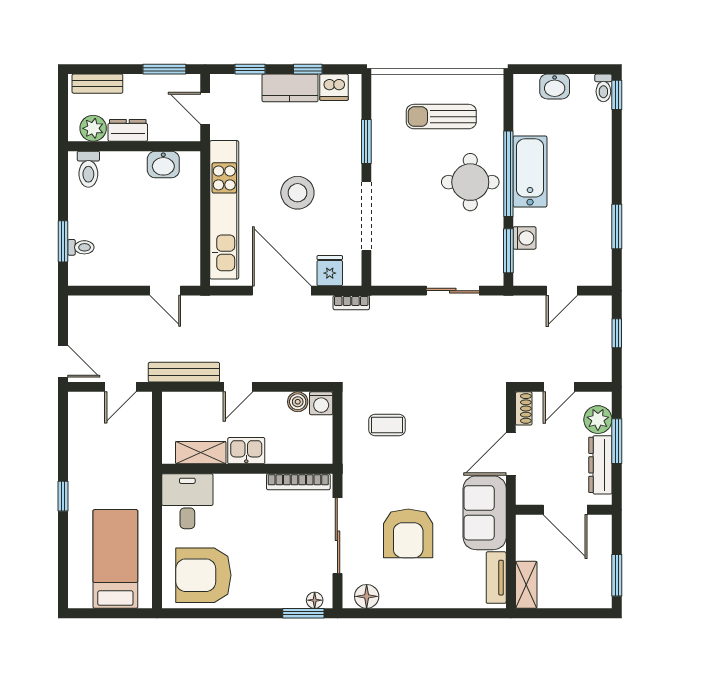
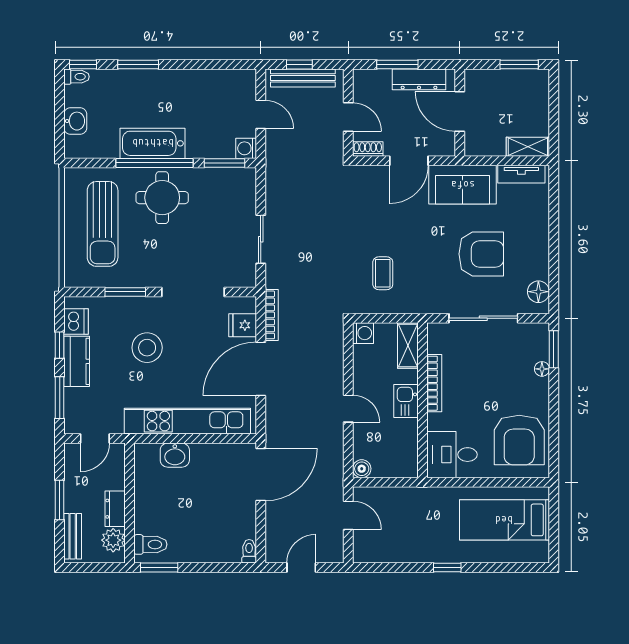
window: (164, 69) -> (60, 500), moved
window: (250, 69) -> (60, 398), width x1.50
sun lounger: (441, 117) -> (103, 224), width x1.36, depth x1.34
washbasin: (163, 164) -> (175, 455), moved, turned 90
stool: (297, 193) -> (147, 348), moved
window: (617, 226) -> (138, 65), moved
washing machine: (525, 238) -> (246, 148), moved, turned -90
window: (63, 241) -> (159, 567), moved
toilet: (81, 247) -> (249, 551), moved
door: (165, 291) -> (261, 475), width x1.88
sliding door: (453, 291) -> (261, 239), moved
bookcase: (351, 303) -> (272, 315), width x1.56
door: (63, 361) -> (301, 567), moved
bench: (184, 372) -> (303, 78), moved, turned 90
boiler: (298, 402) -> (362, 469), moved
plant: (598, 420) -> (378, 82), removed
shelving: (201, 453) -> (408, 345), moved
door: (511, 454) -> (409, 161), hinge flipped
bookcase: (298, 482) -> (434, 383), moved
door: (565, 510) -> (460, 111), swing flipped
floor lamp: (315, 600) -> (542, 369), moved

